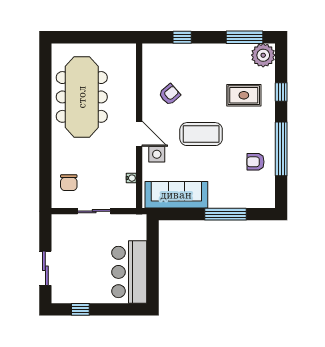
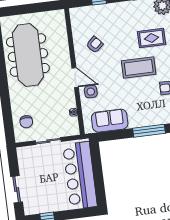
coffee table: (201, 134) -> (139, 67), moved
sofa: (176, 195) -> (110, 121), width x0.73
bar counter: (129, 272) -> (80, 175), width x1.36

